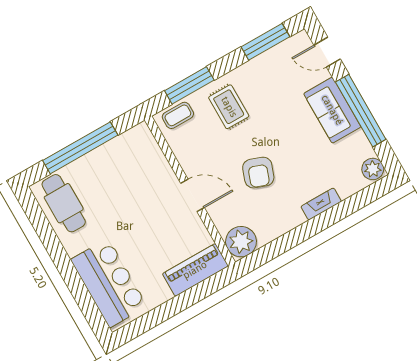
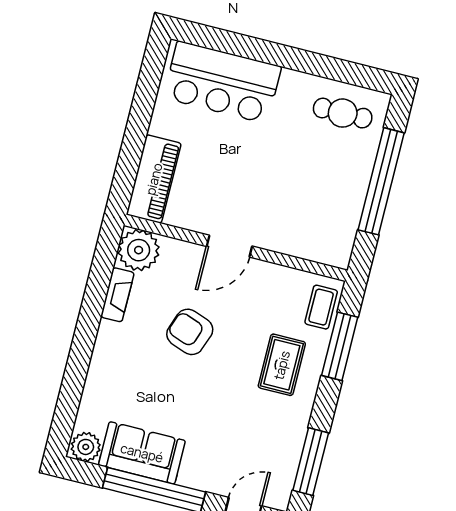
rug: (229, 107) -> (282, 365), turned 90
sofa: (332, 110) -> (142, 453), moved
cafe table: (64, 203) -> (343, 113), width x0.73, depth x0.74
fireplace: (321, 204) -> (117, 295), moved

